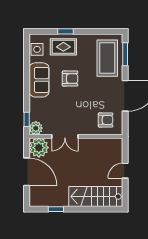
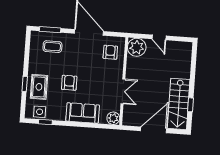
coffee table: (107, 58) -> (52, 47), width x0.54, depth x0.58
sofa: (39, 80) -> (83, 113), moved
window: (27, 119) -> (45, 122), moved
plant: (39, 148) -> (137, 47), moved
stairs: (96, 197) -> (179, 104), moved

